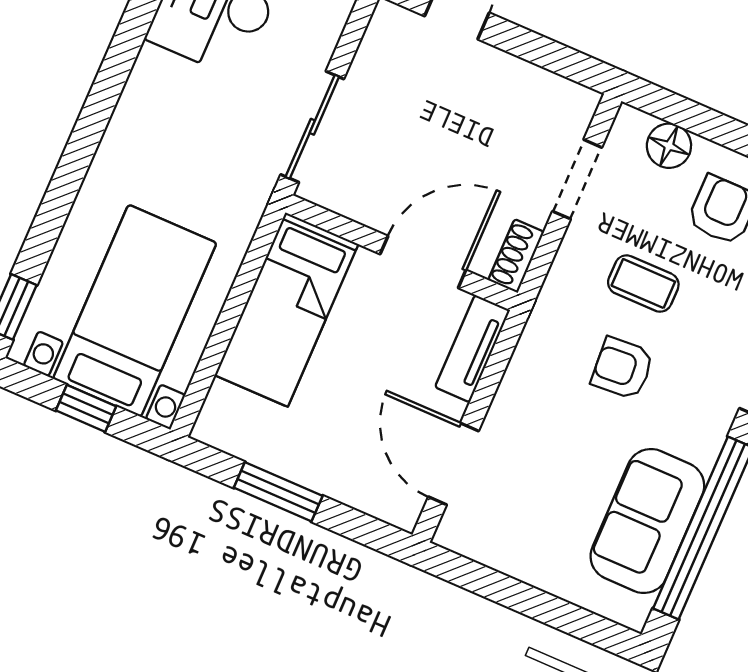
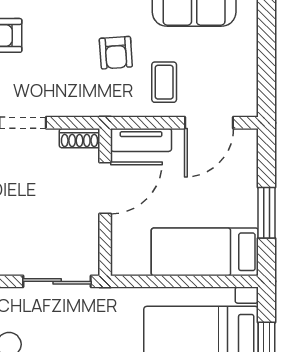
door: (423, 262) -> (105, 188), swing flipped
coffee table: (643, 284) -> (164, 82), moved
bed: (287, 310) -> (205, 252), moved, turned 180

